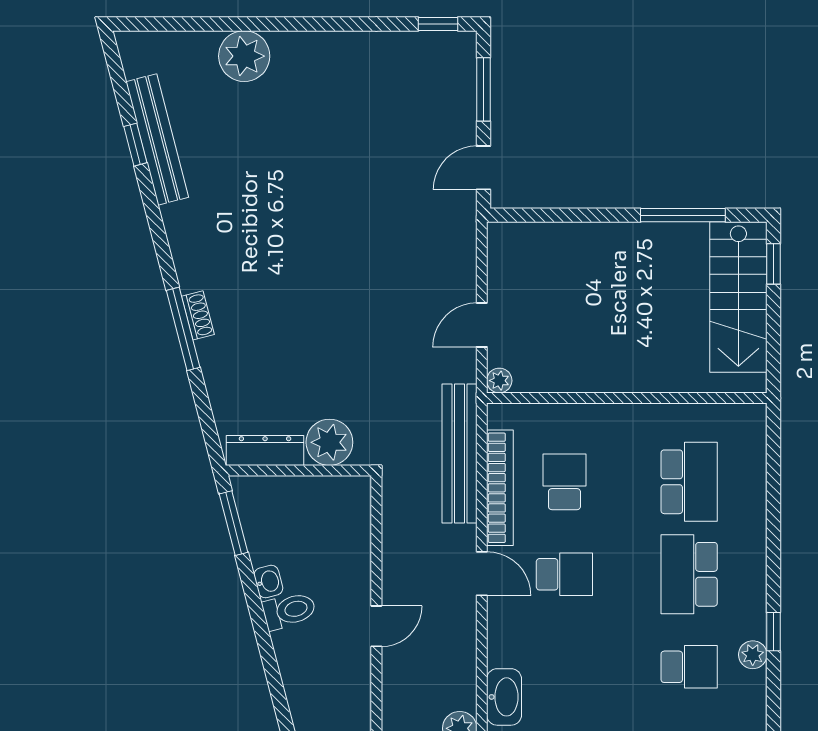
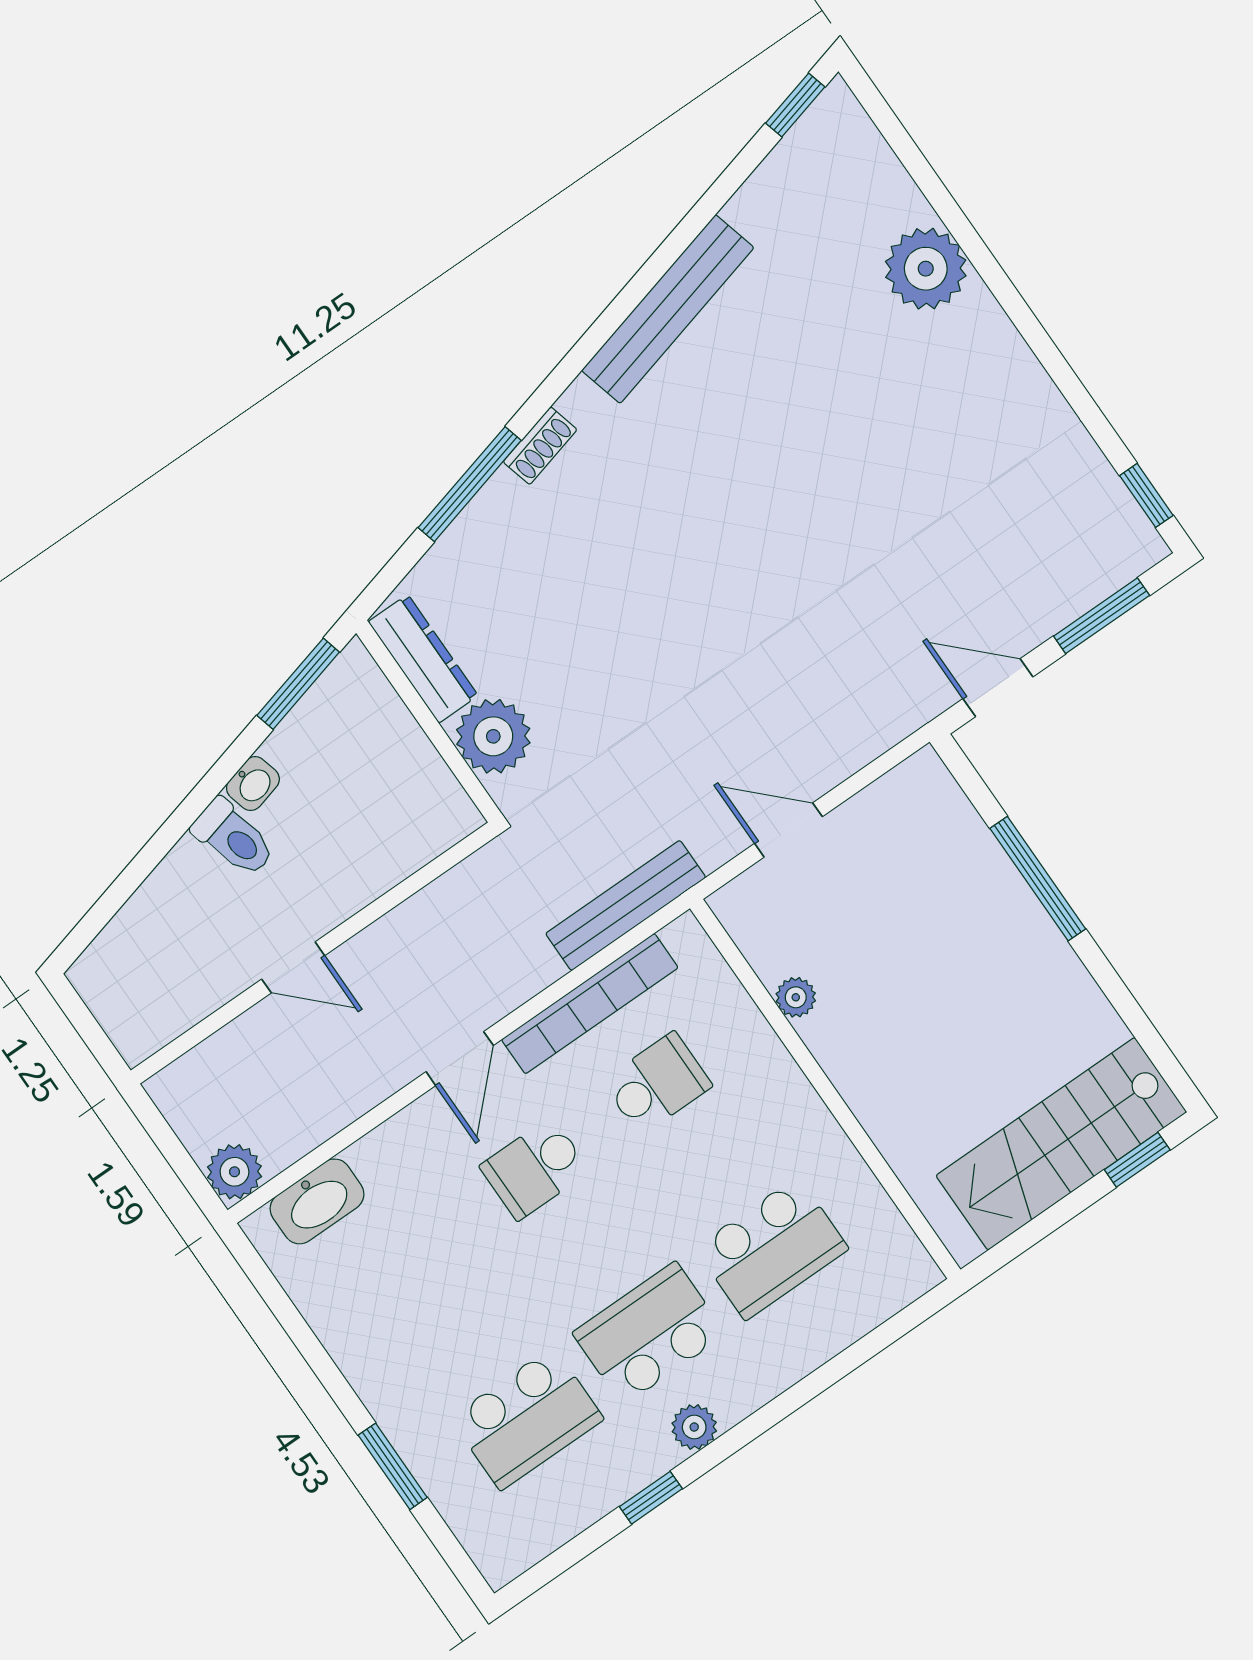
bench: (157, 139) -> (668, 309), moved
window: (135, 145) -> (795, 105), moved
window: (683, 215) -> (1038, 879), moved
window: (183, 329) -> (470, 484), moved
plant: (499, 381) -> (796, 997), moved
bench: (460, 453) -> (626, 906), width x0.73, depth x0.82
school desk: (564, 574) -> (535, 1169), turned 90
plant: (753, 655) -> (694, 1427), moved
school desk: (689, 667) -> (527, 1418), width x1.85

